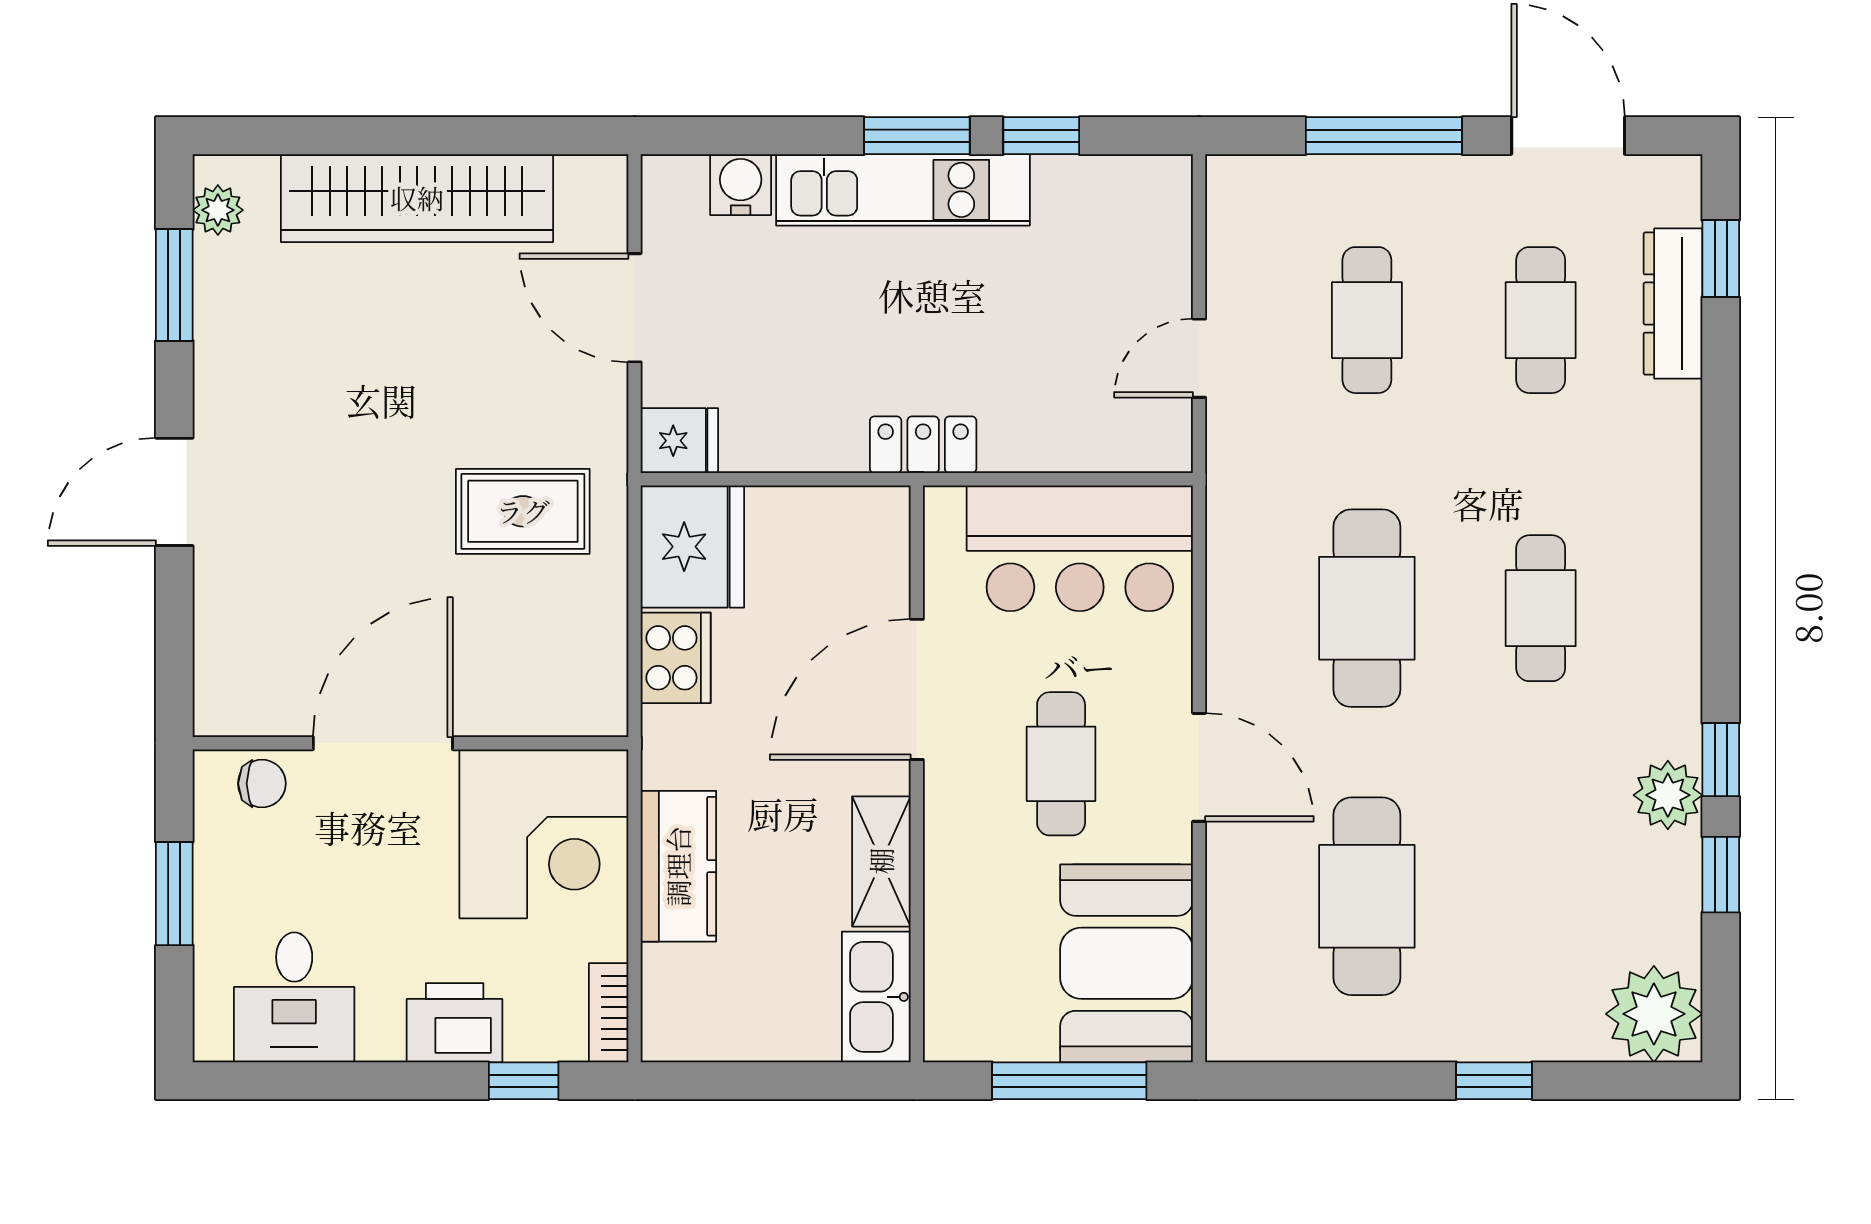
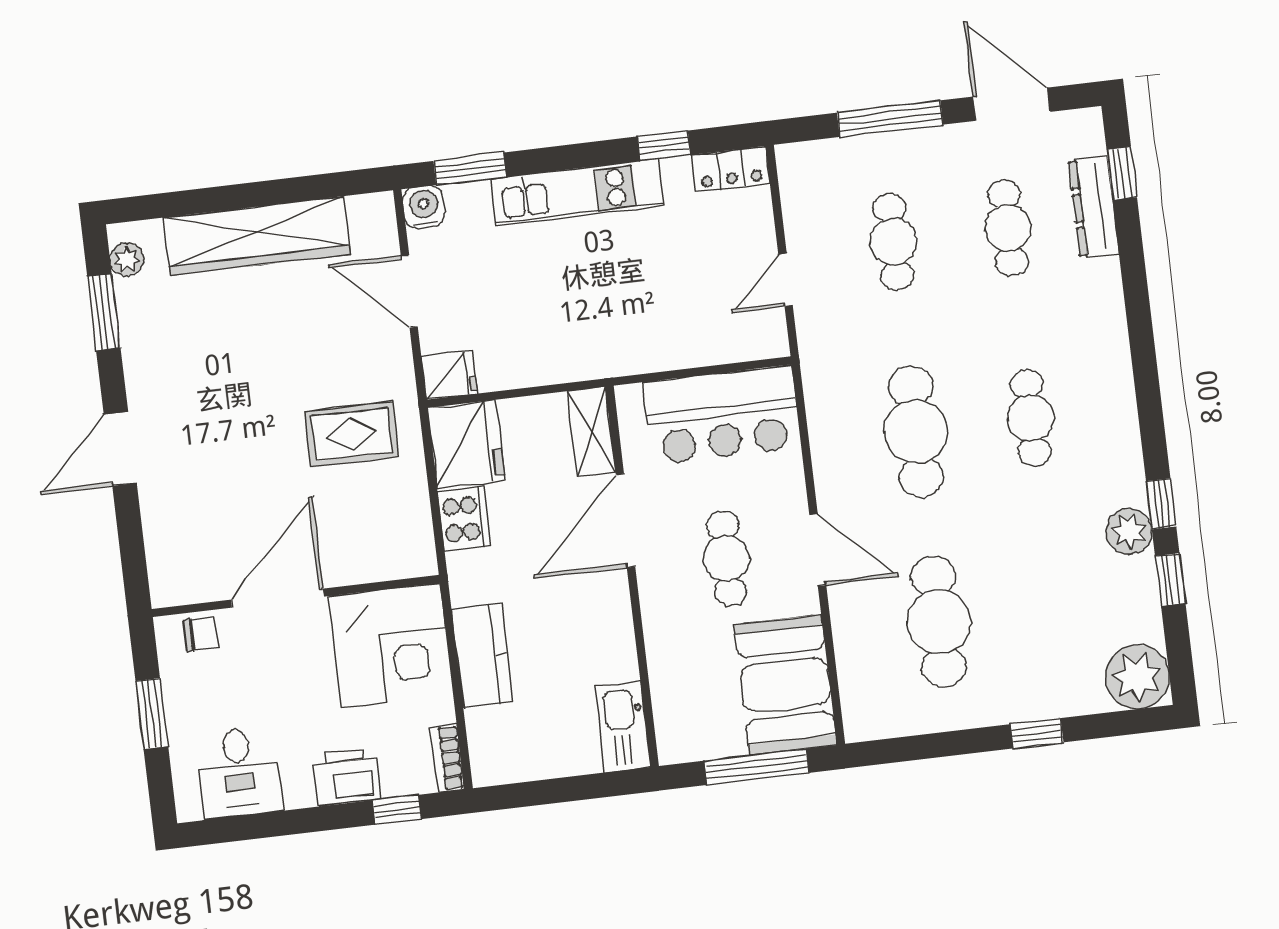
window: (917, 136) -> (470, 169), moved
water cooler: (741, 185) -> (424, 207), moved
locker: (923, 445) -> (731, 169), moved, turned 180
shelving: (881, 861) -> (591, 432), moved

